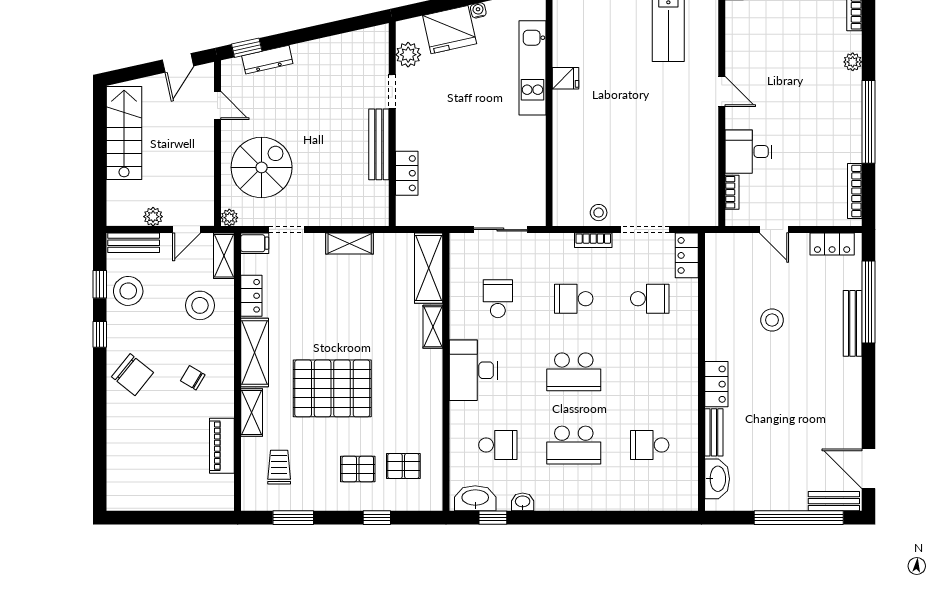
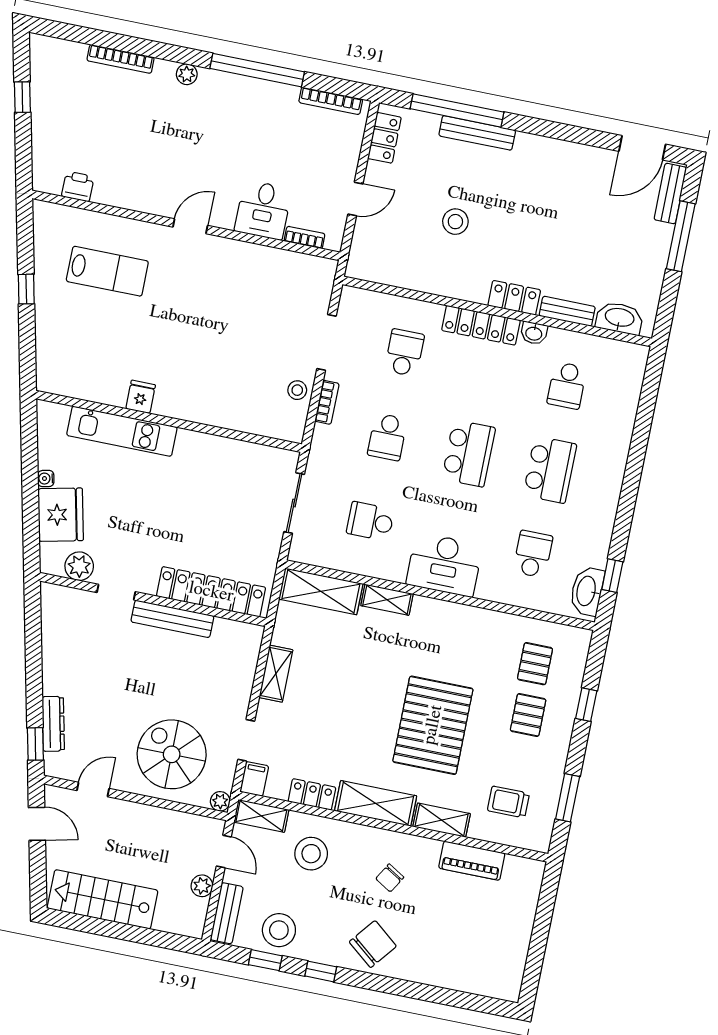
locker: (407, 173) -> (211, 592), width x2.16, depth x1.21
locker: (687, 255) -> (481, 325), moved, width x1.53
washbasin: (523, 502) -> (534, 333), moved, turned -90
window: (799, 518) -> (681, 236), width x0.68

